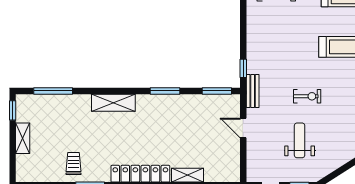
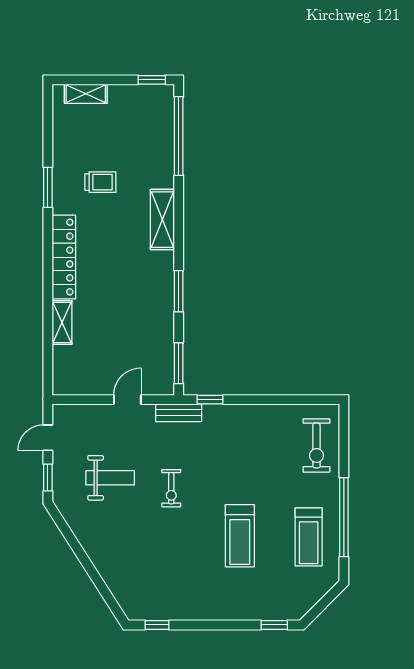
window: (53, 91) -> (179, 136), width x1.46
shelving: (23, 138) -> (86, 94), moved
trolley: (74, 164) -> (100, 182), moved

